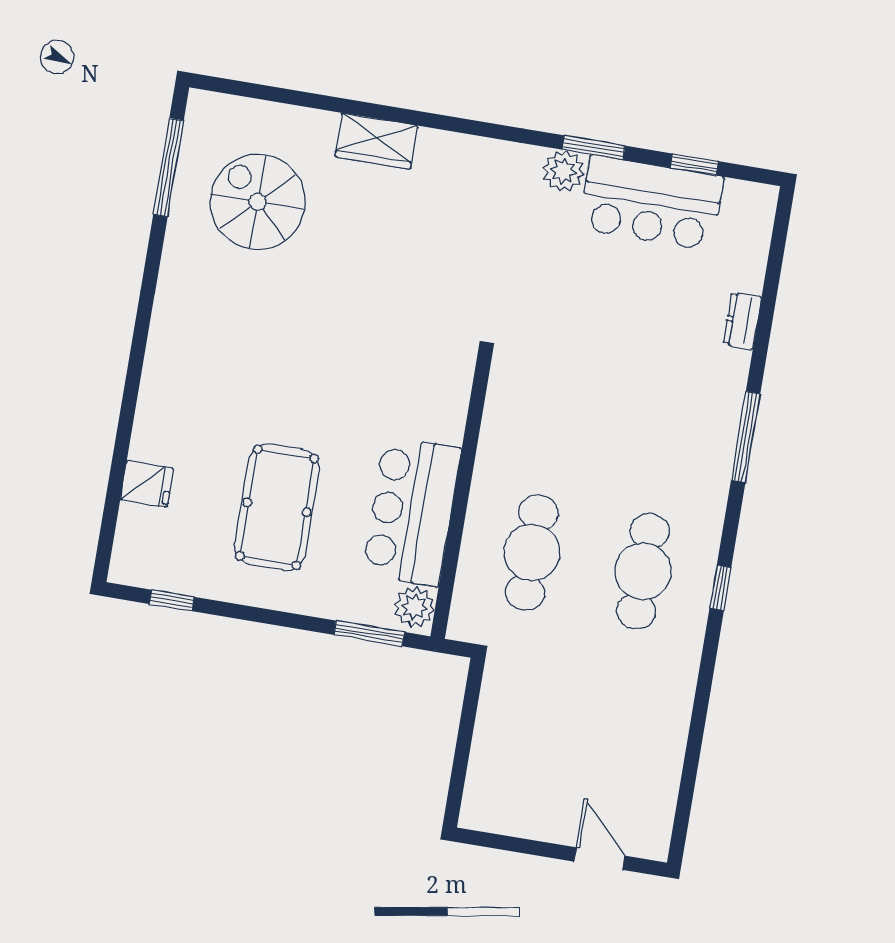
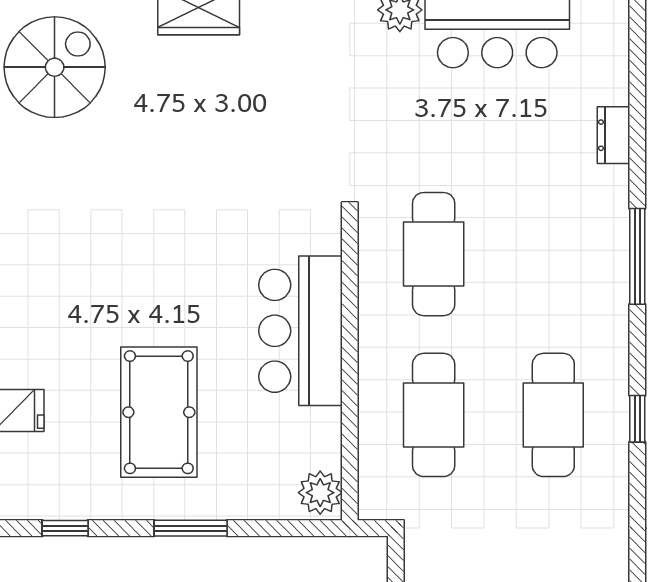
spiral stairs: (258, 202) -> (55, 67), moved, turned 90
cafe table: (557, 403) -> (434, 254), added
bar counter: (412, 511) -> (300, 331), moved
window: (369, 633) -> (191, 528), moved

